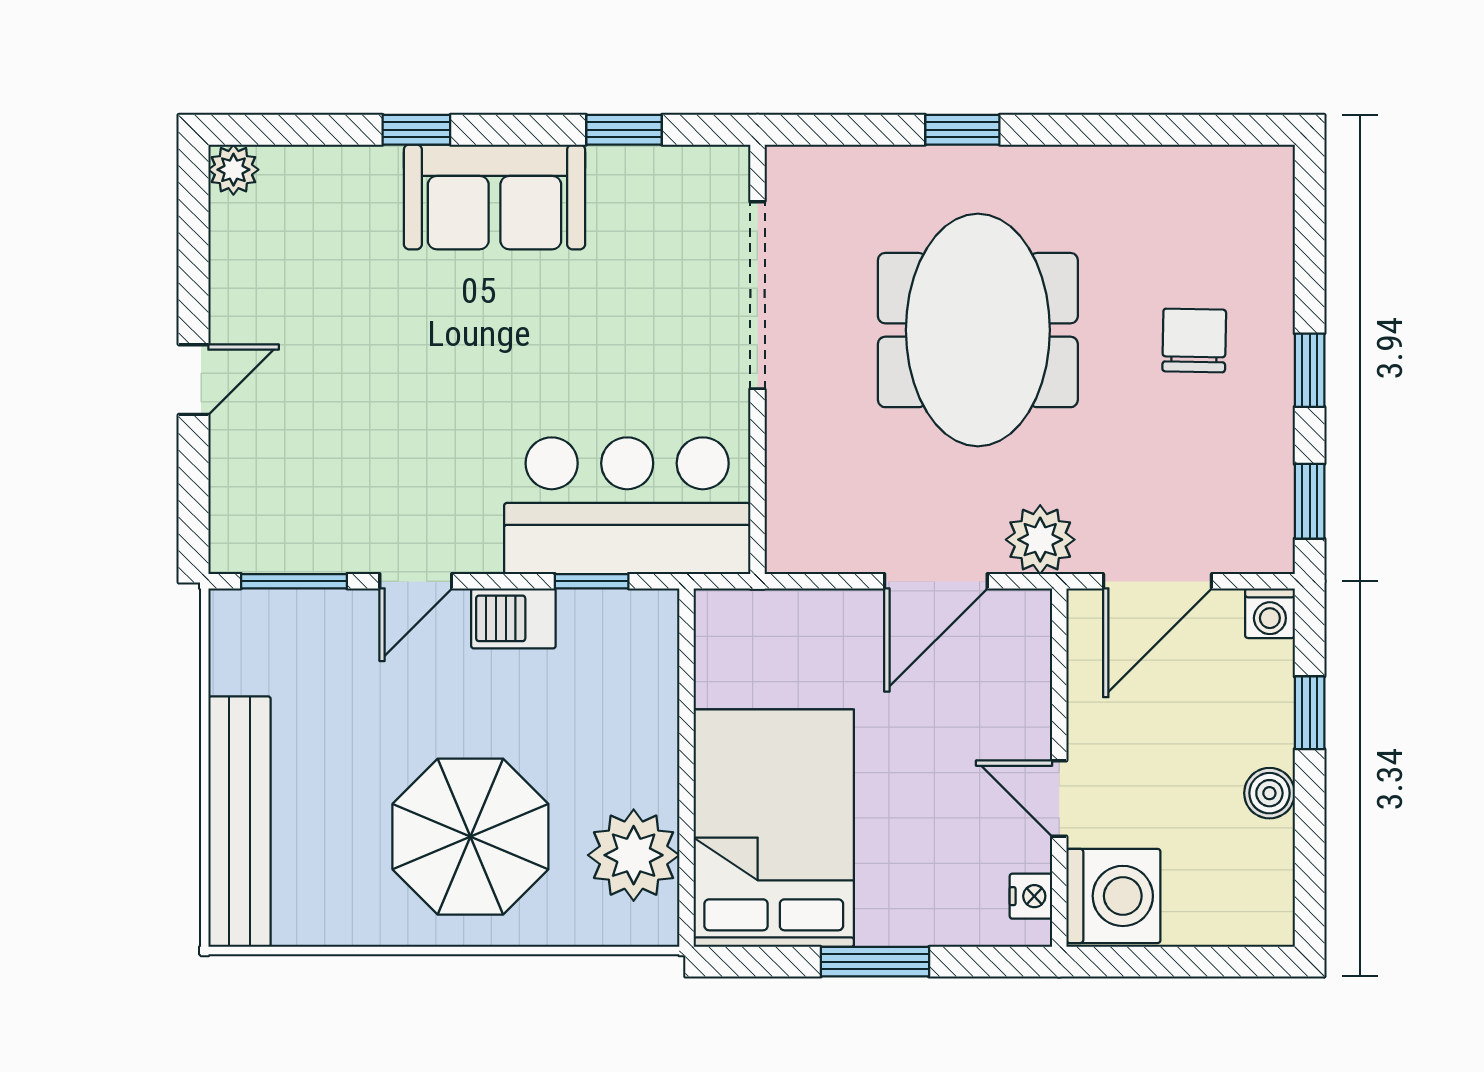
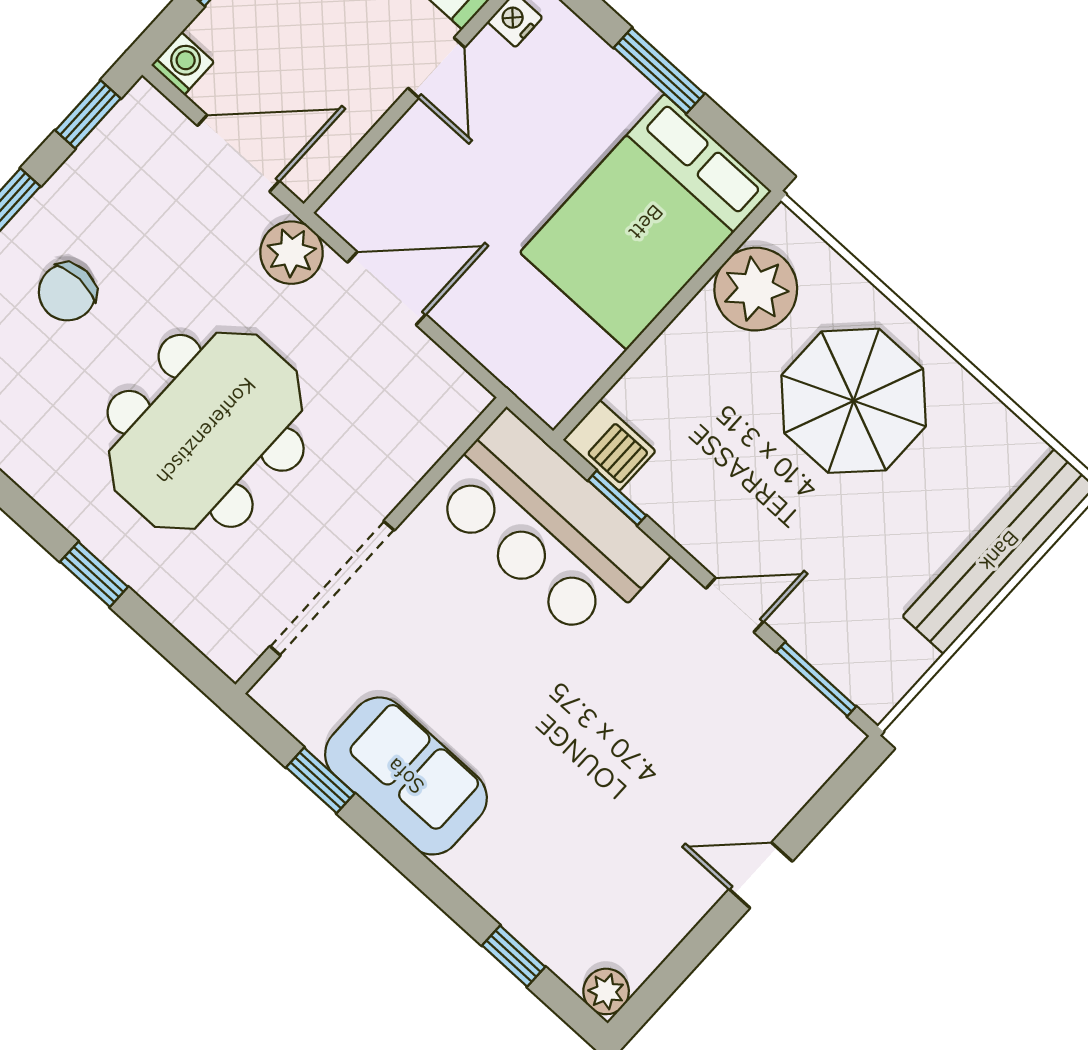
window: (416, 130) -> (514, 956), moved
sofa: (495, 197) -> (406, 776), moved
barbecue: (513, 618) -> (609, 445), moved

